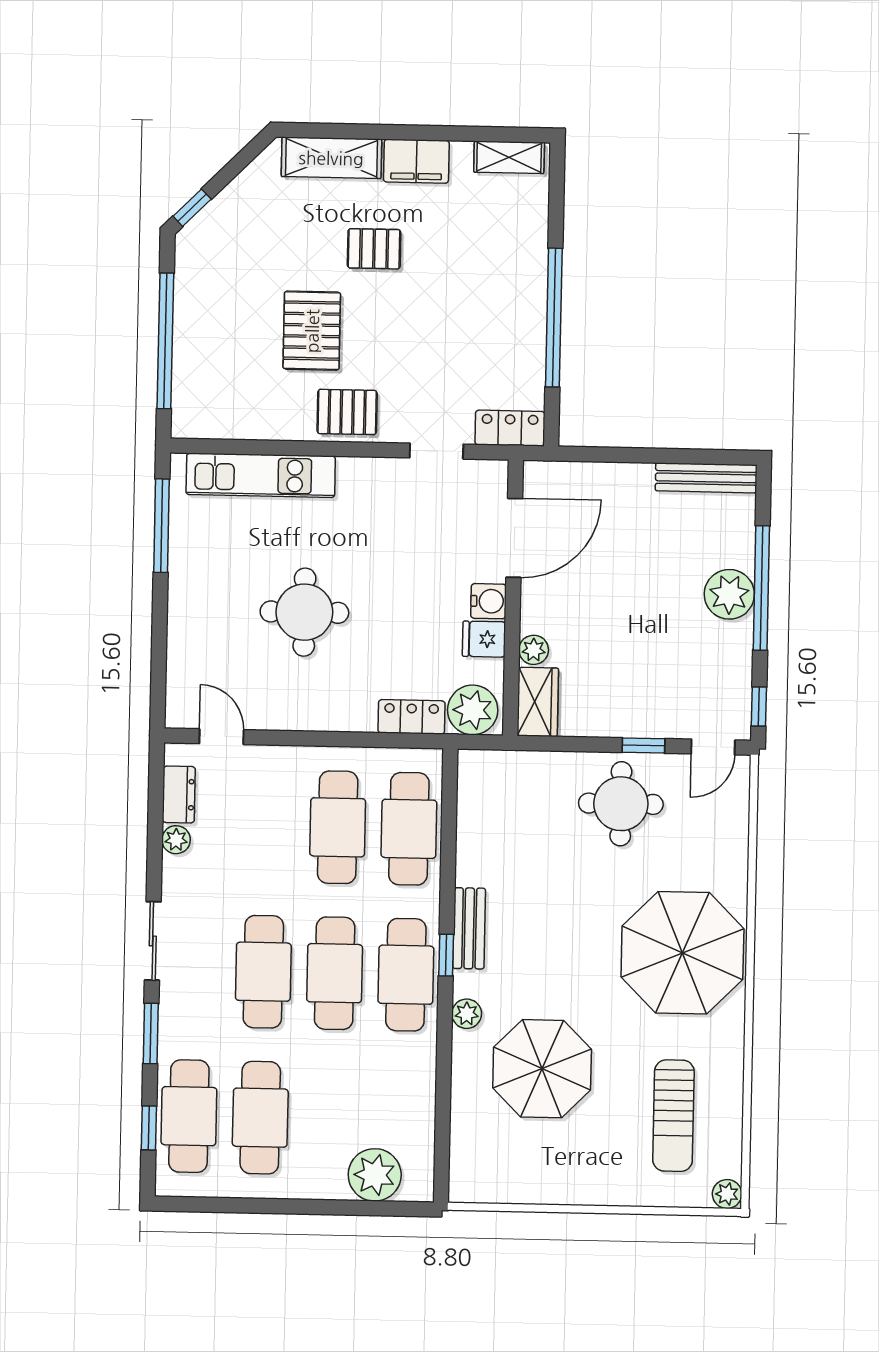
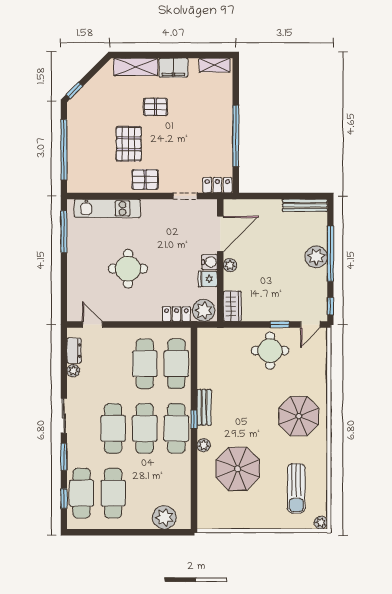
plant: (534, 650) -> (230, 265), moved
parasol: (682, 953) -> (299, 416), width x0.73, depth x0.73

